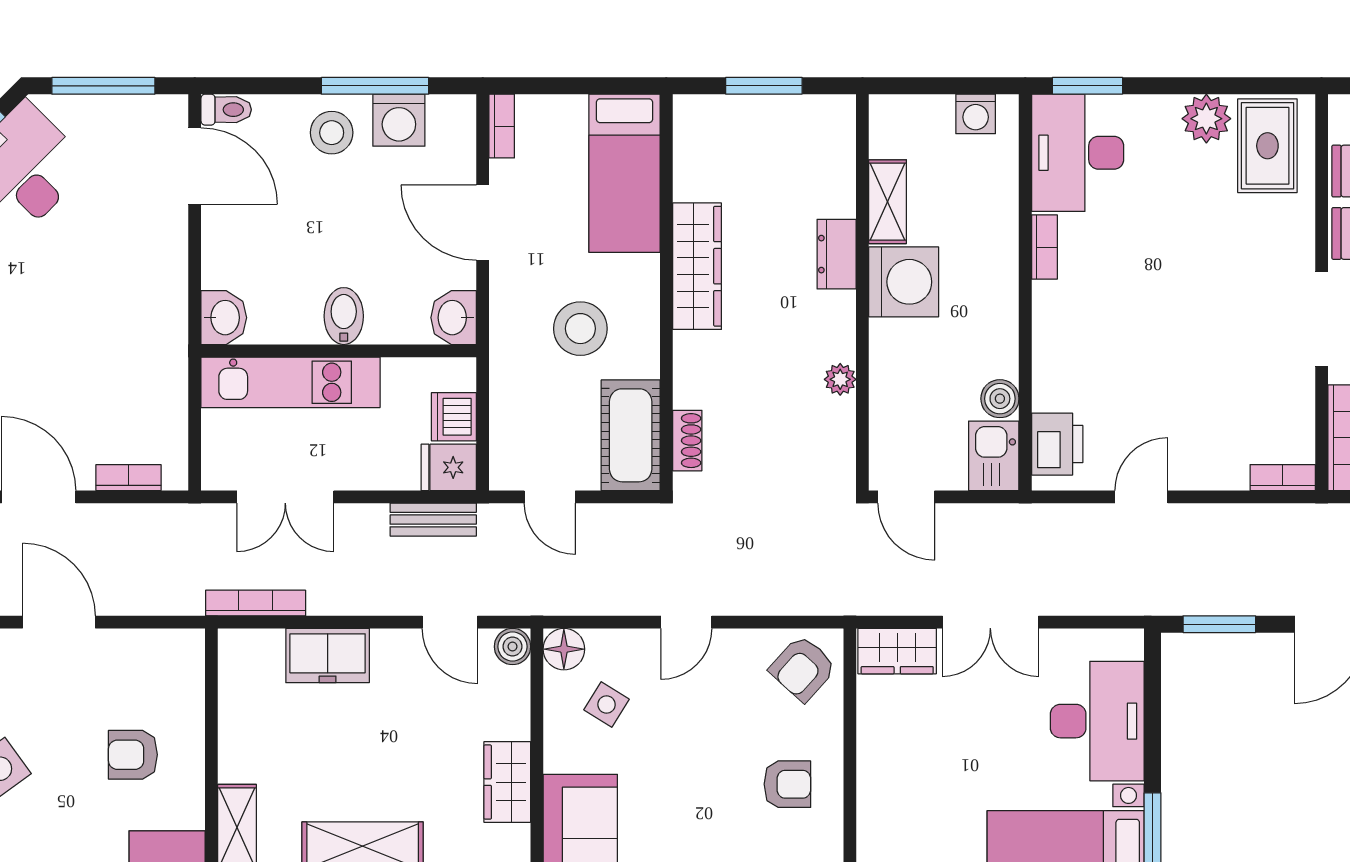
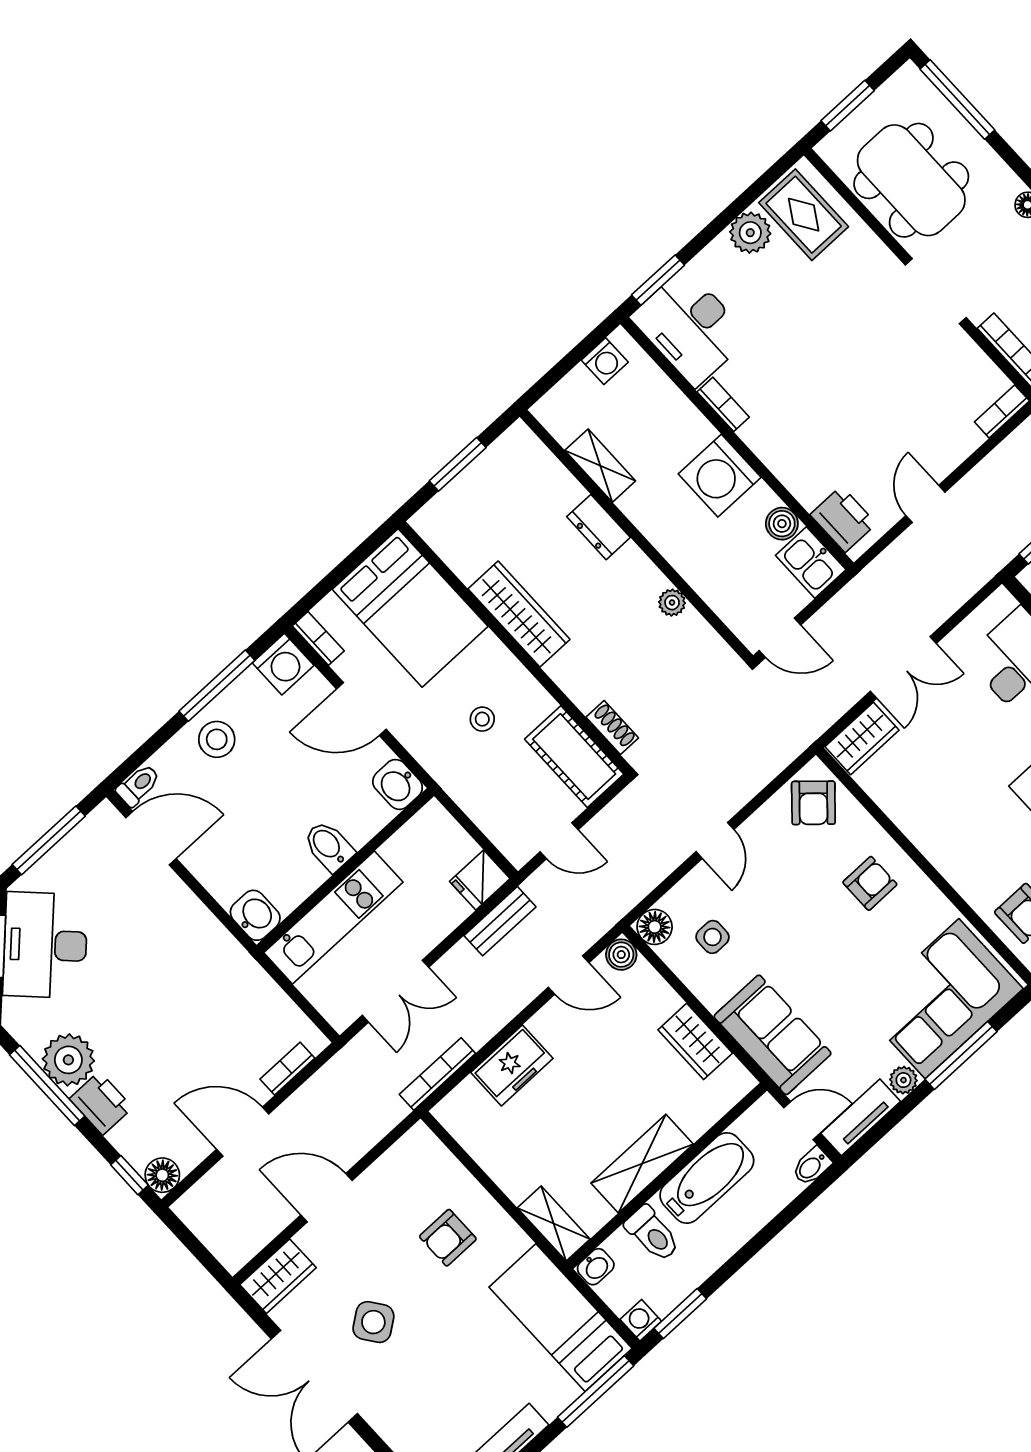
washing machine: (399, 120) -> (283, 664), moved
bed: (624, 173) -> (410, 608), width x1.50
washing machine: (904, 282) -> (720, 476), moved, turned 180
stool: (580, 329) -> (482, 719), width x0.53, depth x0.53
dishwasher: (454, 417) -> (454, 846), removed
side table: (607, 705) -> (713, 937), turned -32

